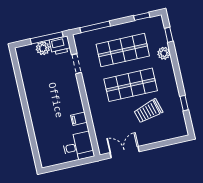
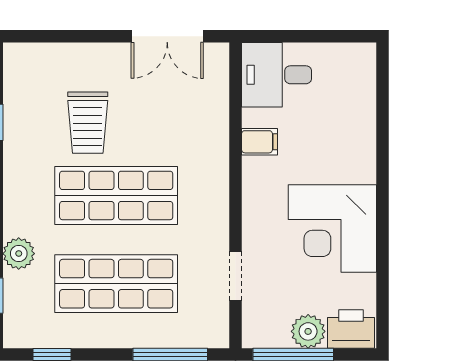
printer: (60, 45) -> (351, 329), moved
corner desk: (42, 91) -> (332, 228), added
trolley: (148, 111) -> (88, 123), turned 106

